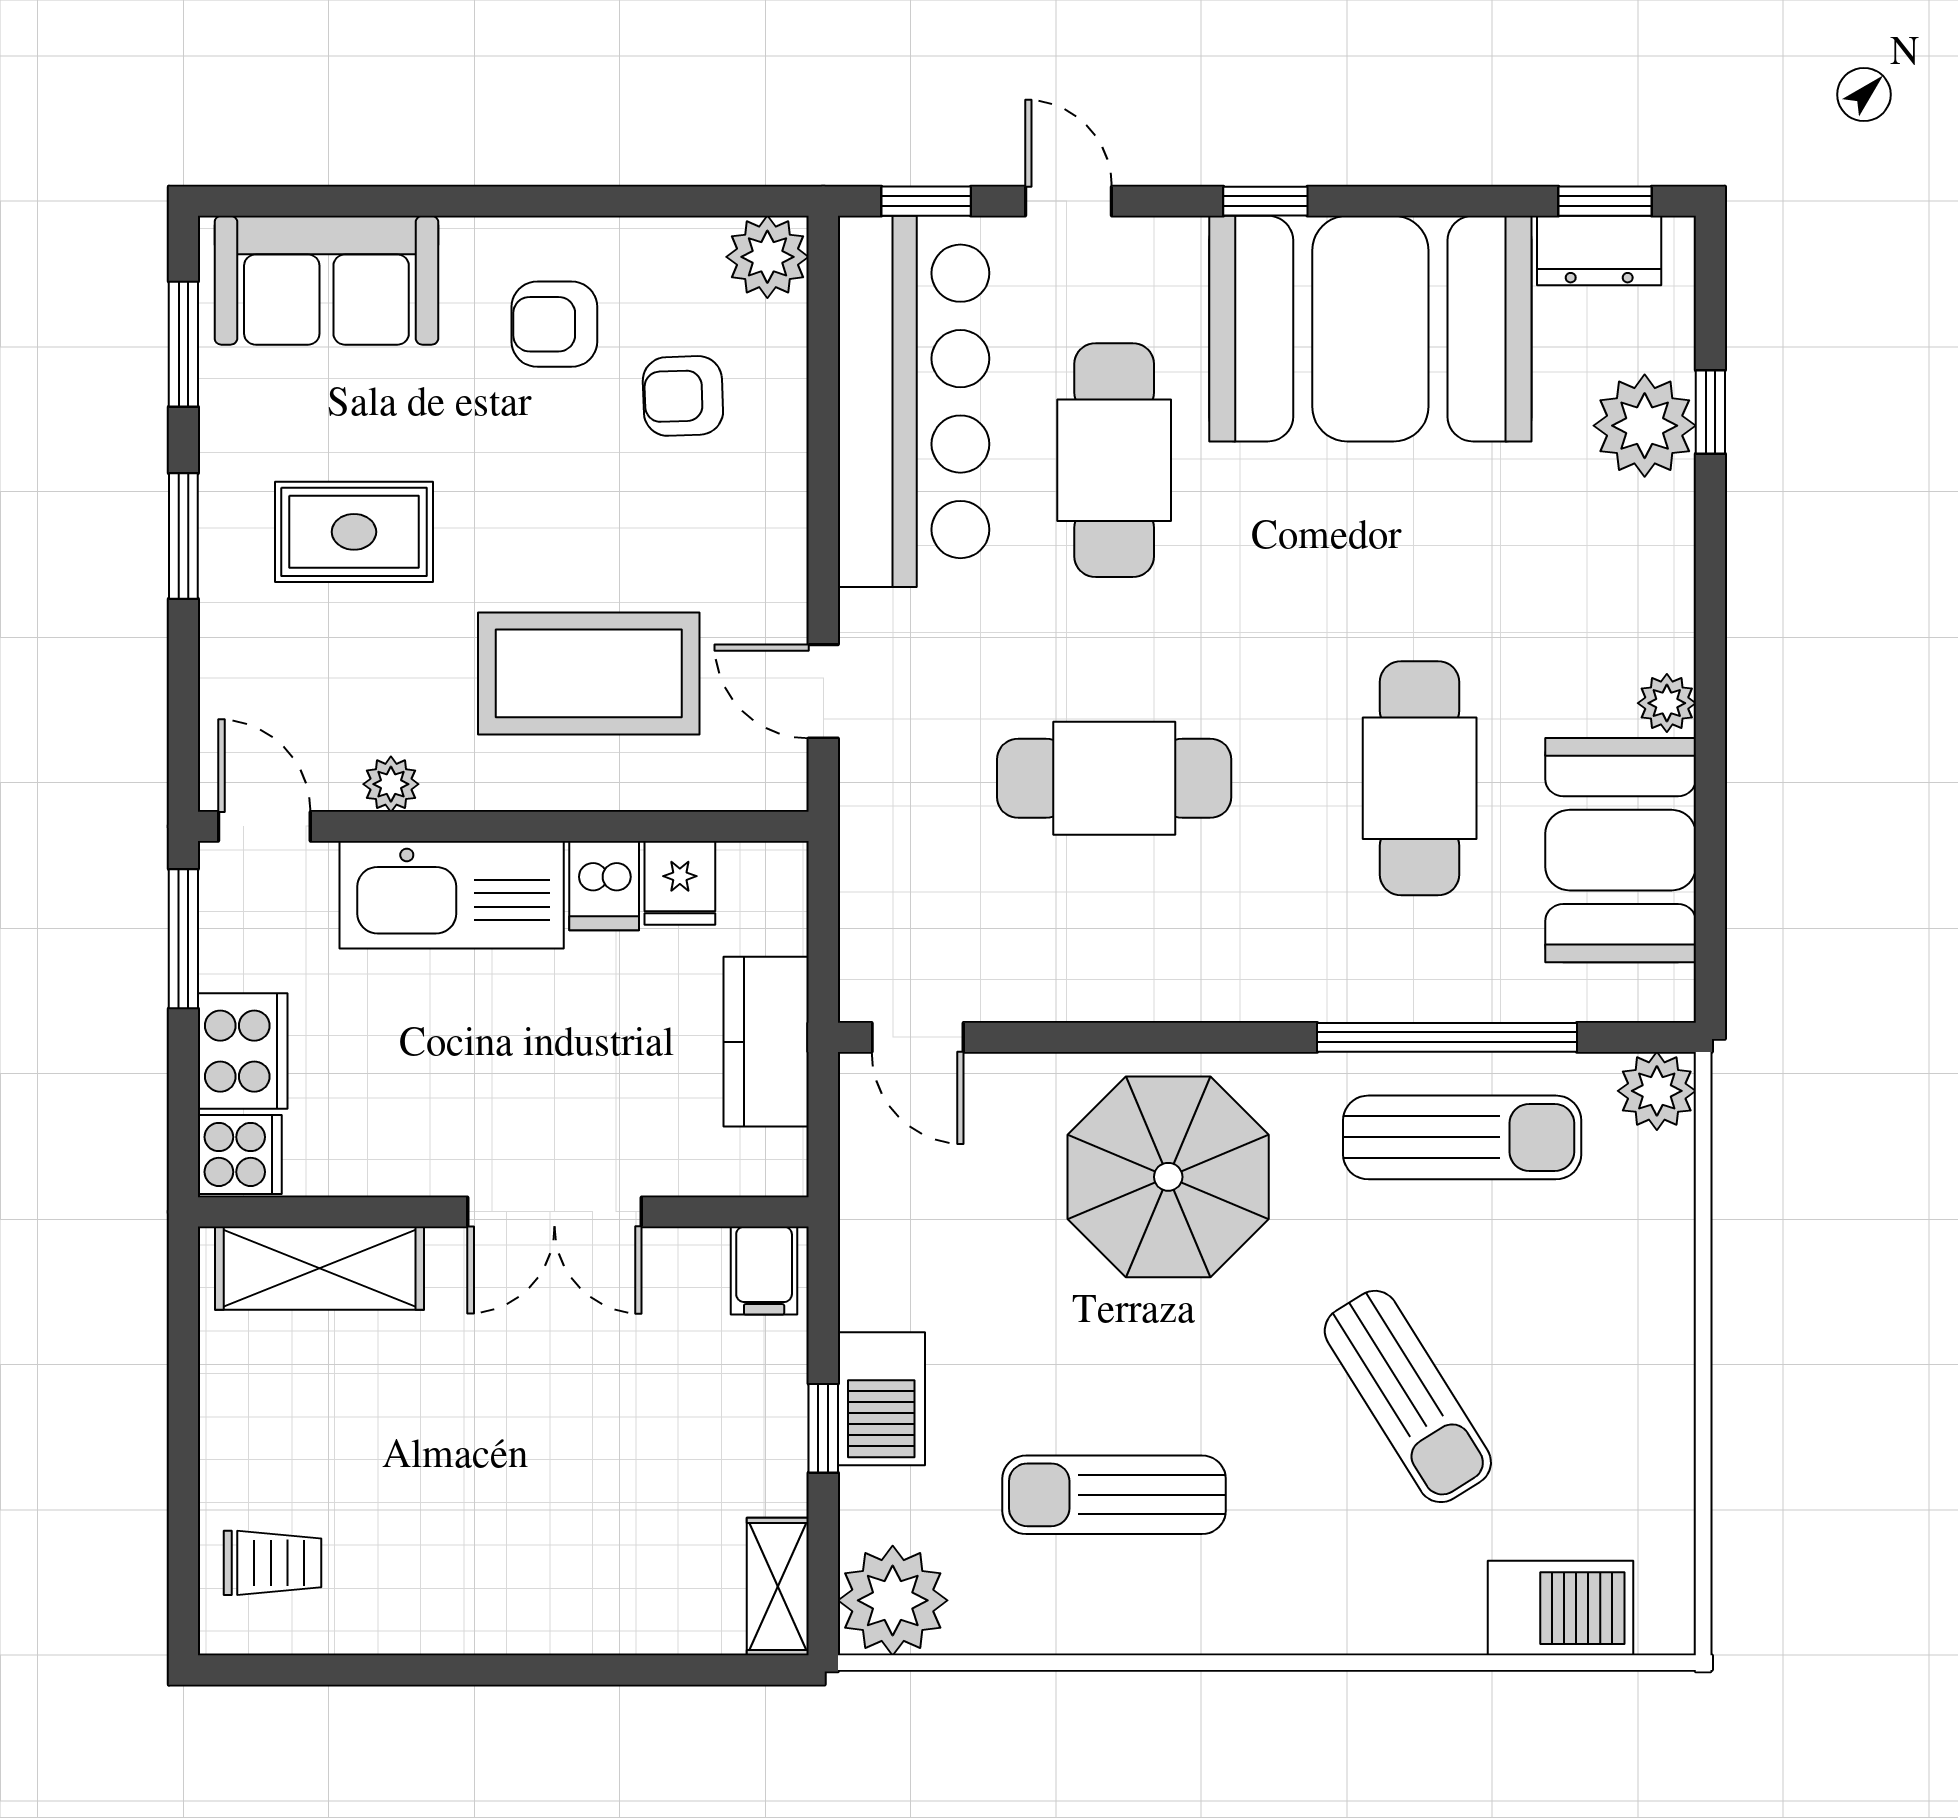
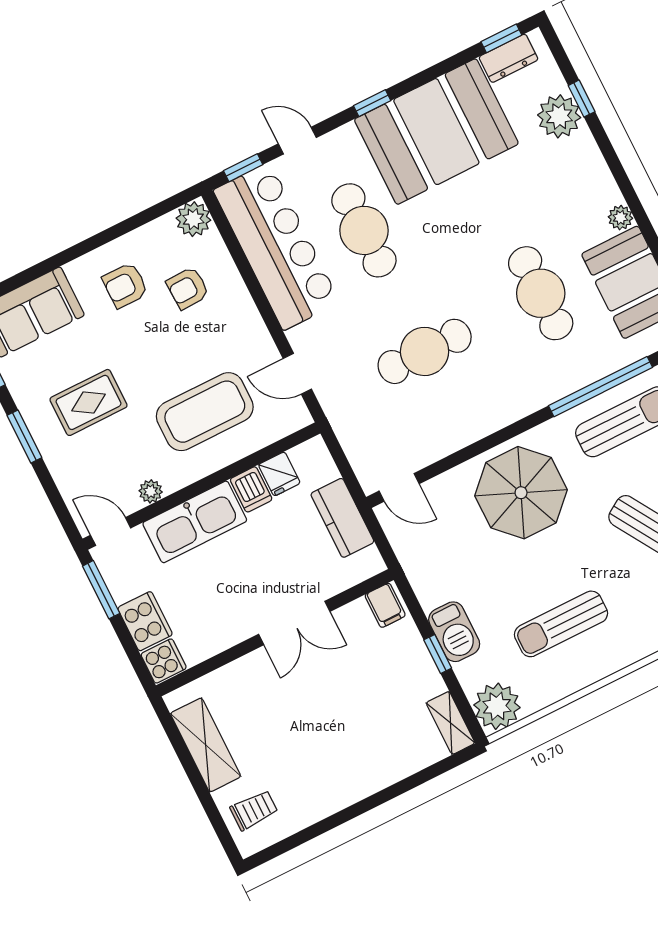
shelving: (320, 1268) -> (206, 745), moved, turned 90

